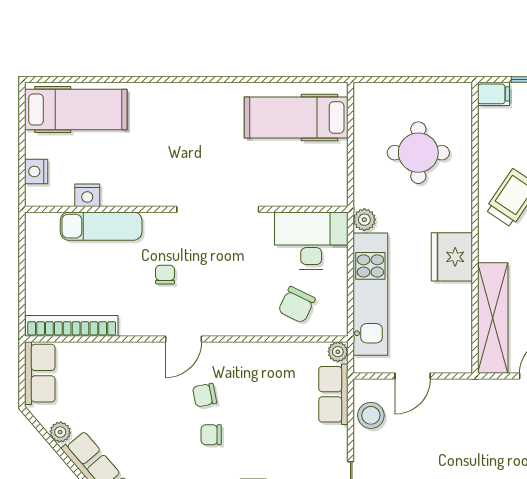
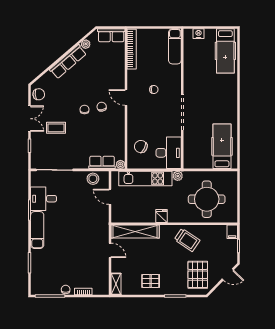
round table: (418, 153) -> (207, 199), width x1.36, depth x1.36
nightstand: (87, 195) -> (188, 56), removed
exam couch: (101, 226) -> (175, 46), moved
fridge: (452, 257) -> (162, 216), width x0.53, depth x0.75

